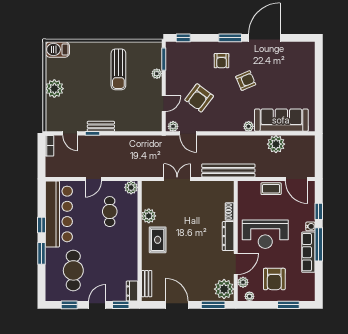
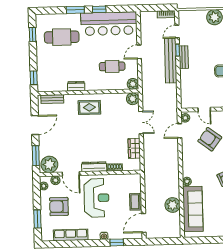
bench: (228, 170) -> (171, 61), moved
door: (93, 179) -> (139, 52), hinge flipped
wardrobe: (208, 188) -> (134, 148), added
plant: (149, 216) -> (133, 99), moved
reception desk: (265, 234) -> (97, 198), turned 180
window: (319, 244) -> (89, 243), removed
row of seats: (308, 252) -> (71, 235), moved
dresser: (132, 291) -> (76, 86), moved
door: (97, 305) -> (33, 58), removed

